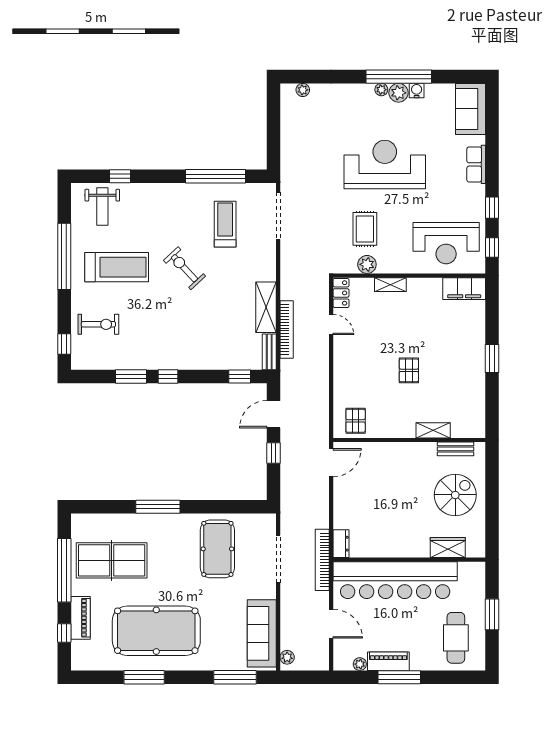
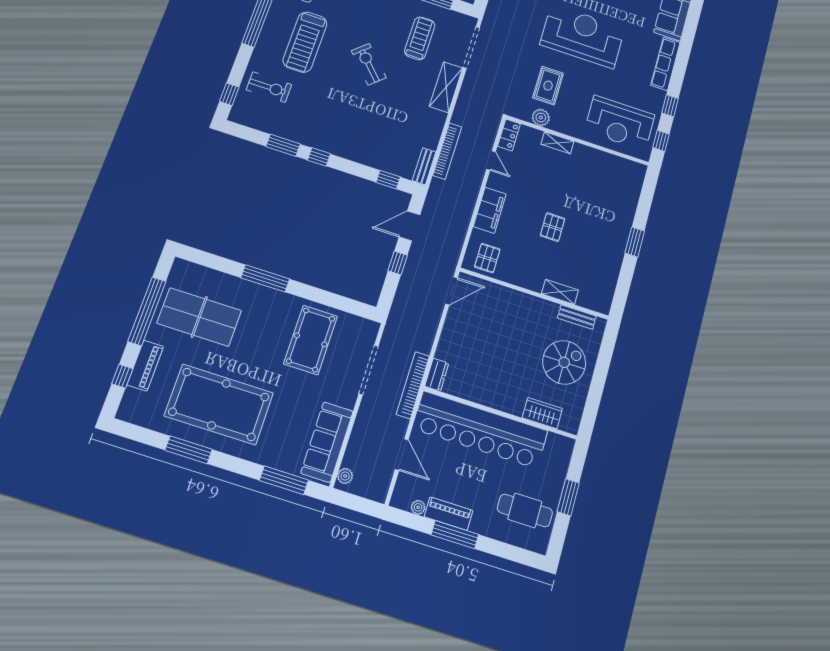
row of seats: (476, 164) -> (665, 64), width x1.48
treadmill: (117, 267) -> (305, 42), turned 90
filing cabinet: (464, 289) -> (490, 210), moved, turned -90
shelving: (266, 307) -> (446, 87), moved
cafe table: (456, 638) -> (525, 510), turned 90

